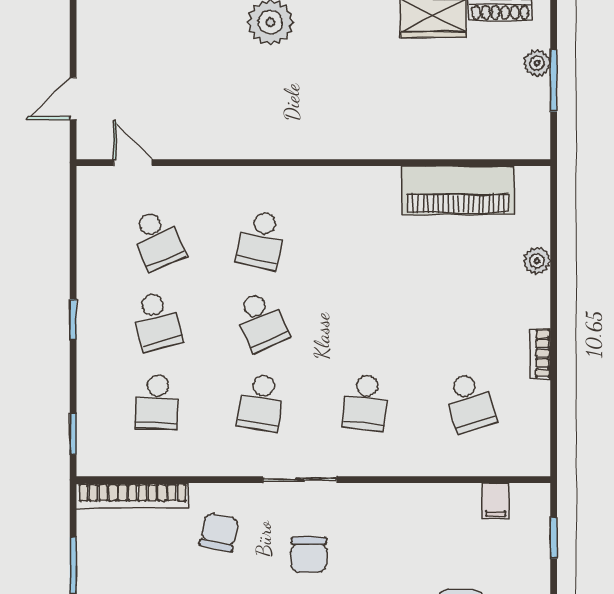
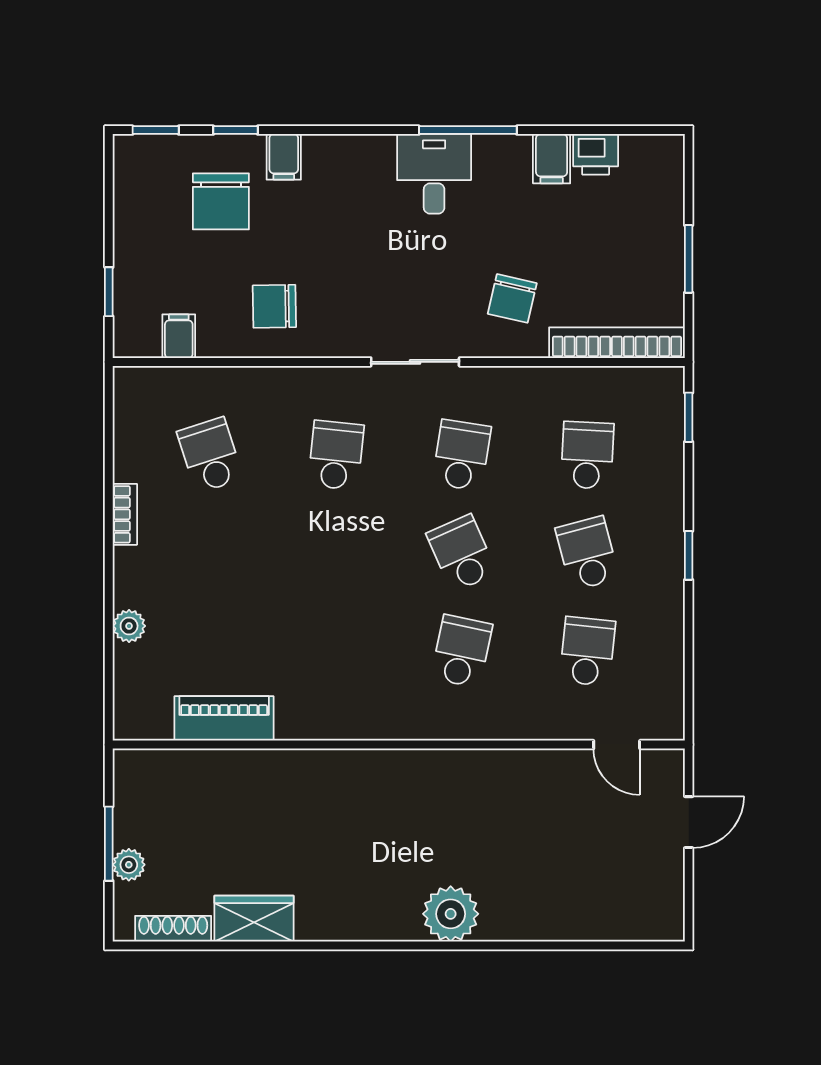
piano: (458, 190) -> (224, 718), width x0.73, depth x0.75
school desk: (157, 240) -> (587, 651), turned 30
chair: (309, 555) -> (274, 306), moved, turned -91

